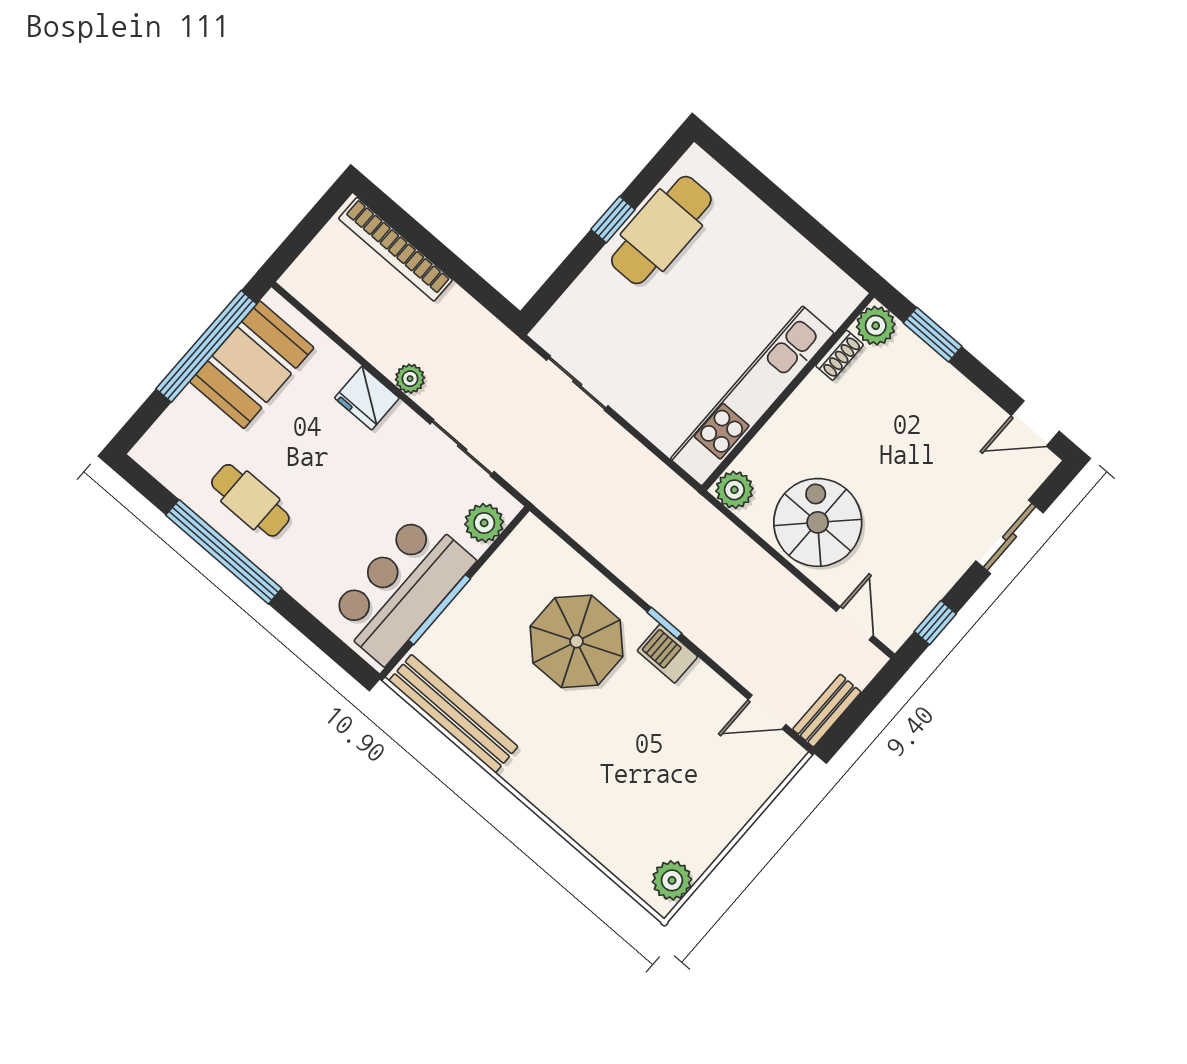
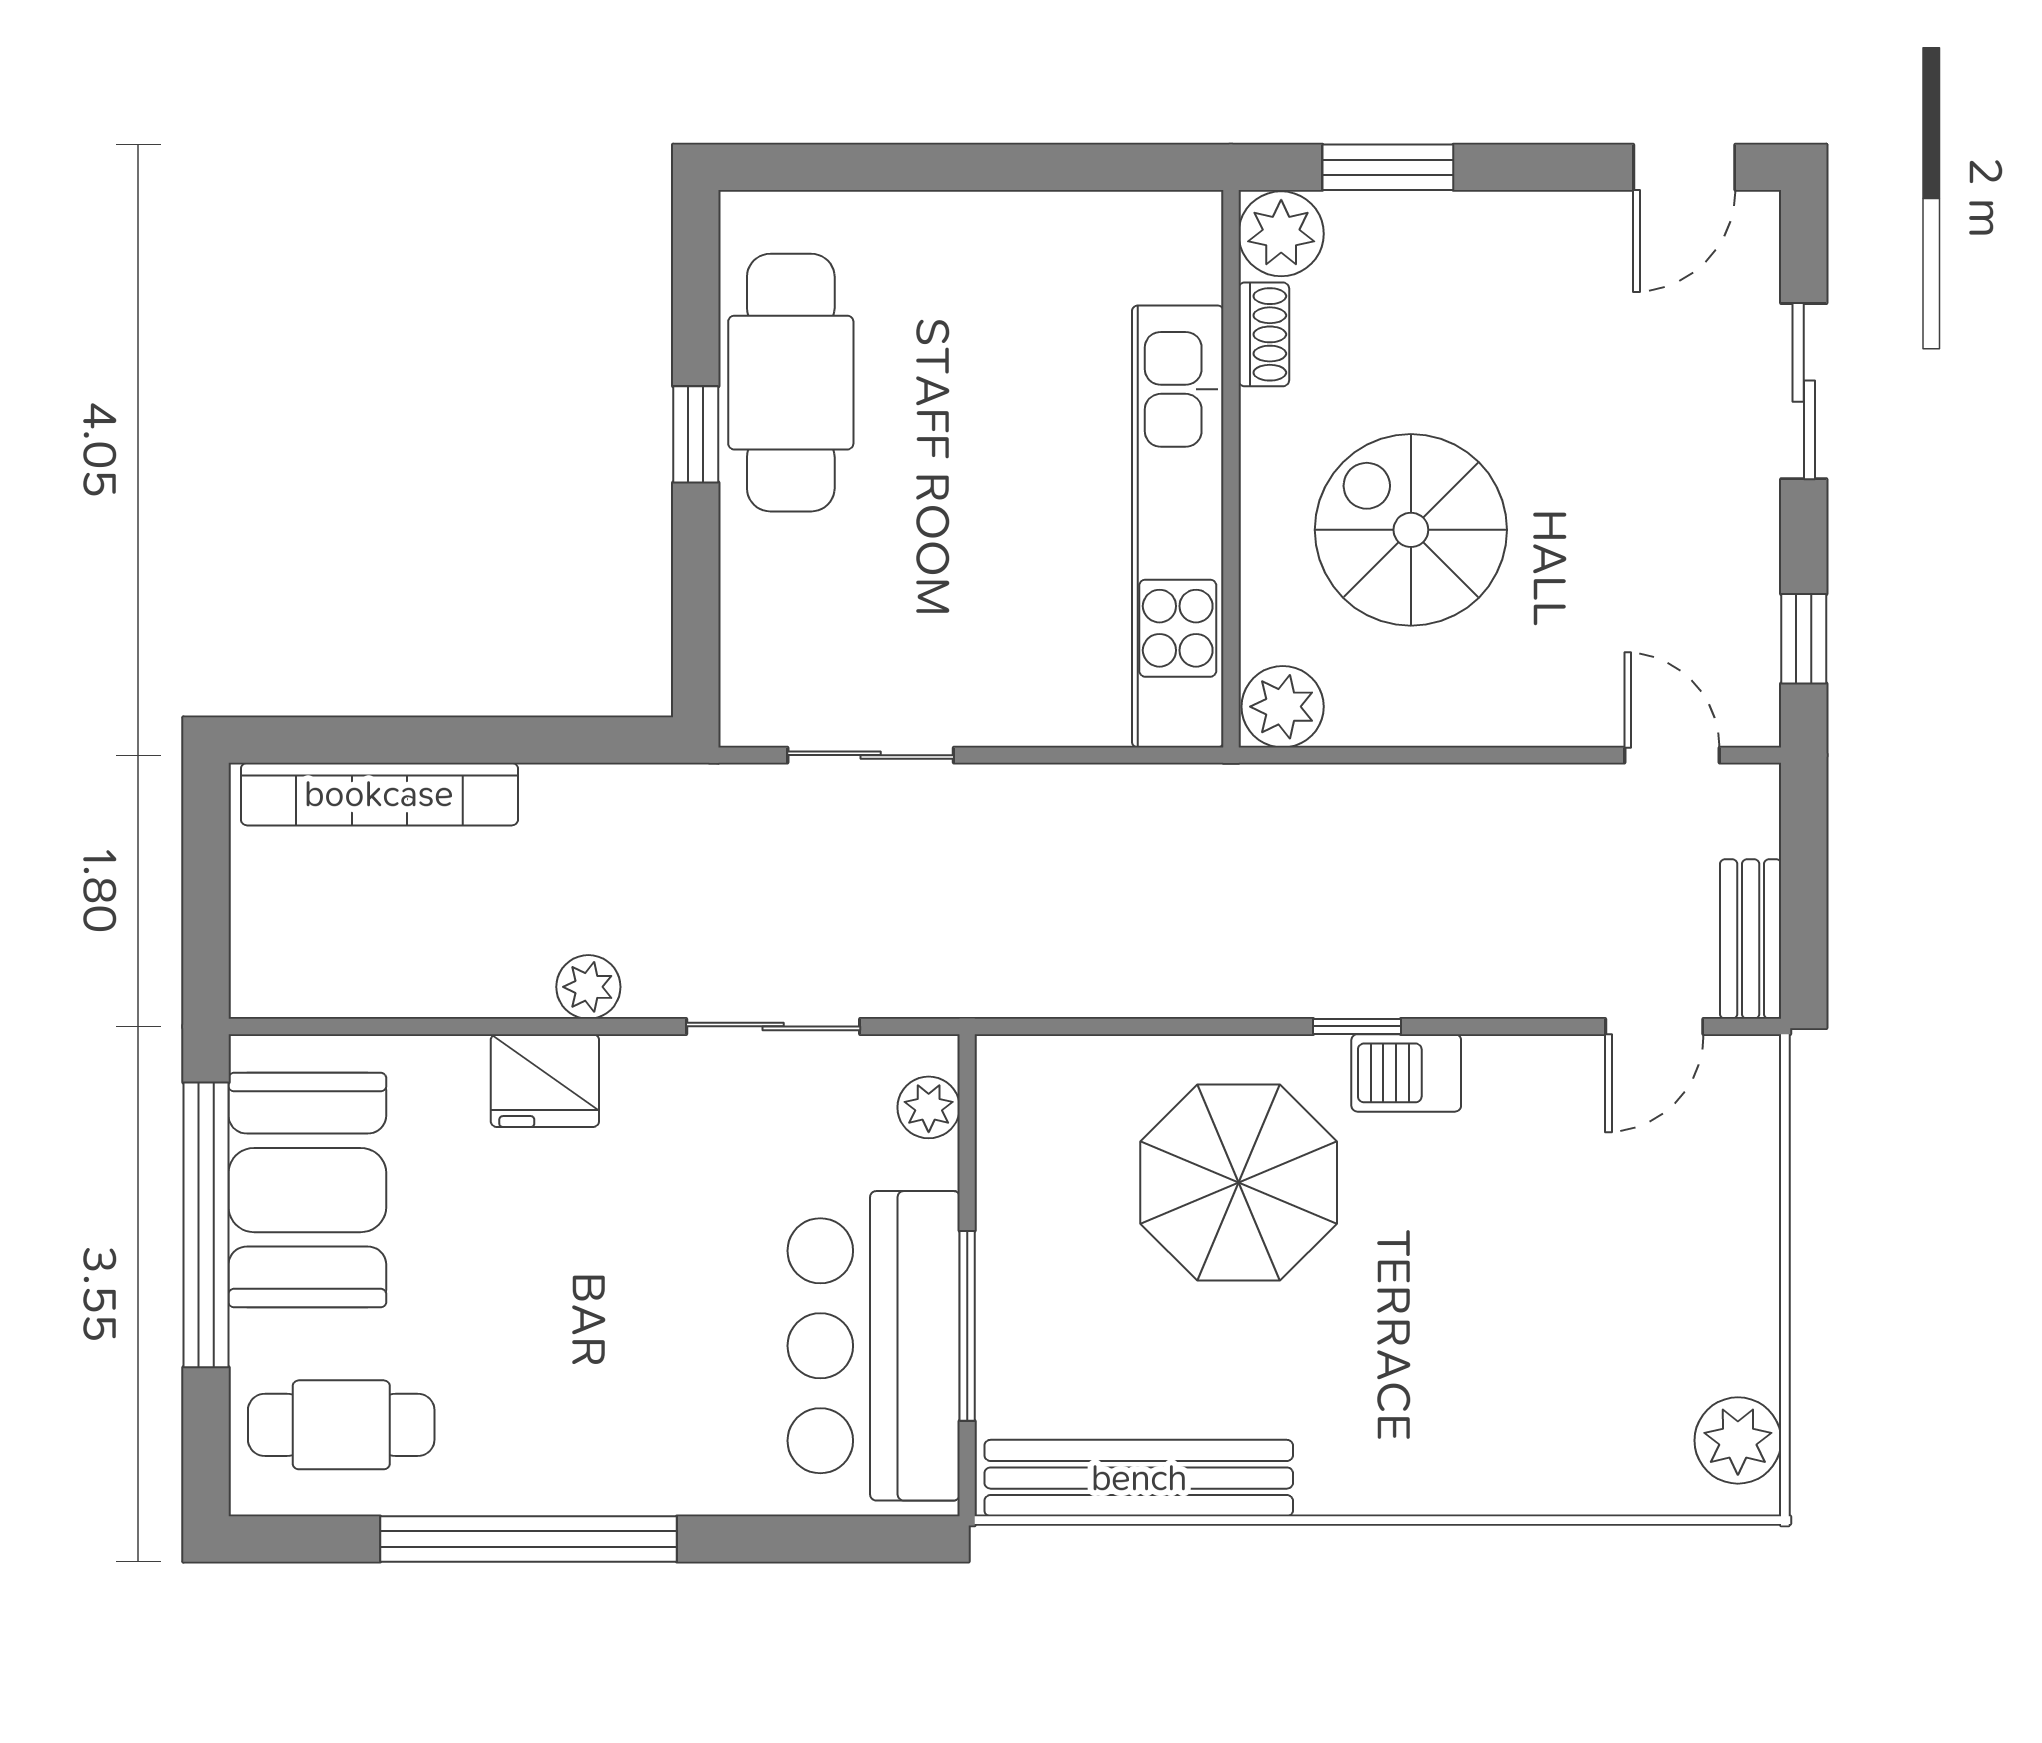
cafe table: (250, 500) -> (341, 1425), moved
spiral stairs: (818, 522) -> (1411, 530), moved
plant: (484, 523) -> (929, 1107), width x0.73, depth x0.73

